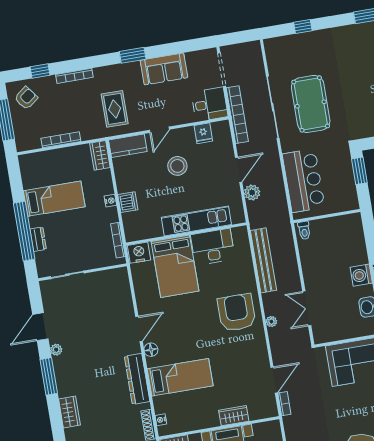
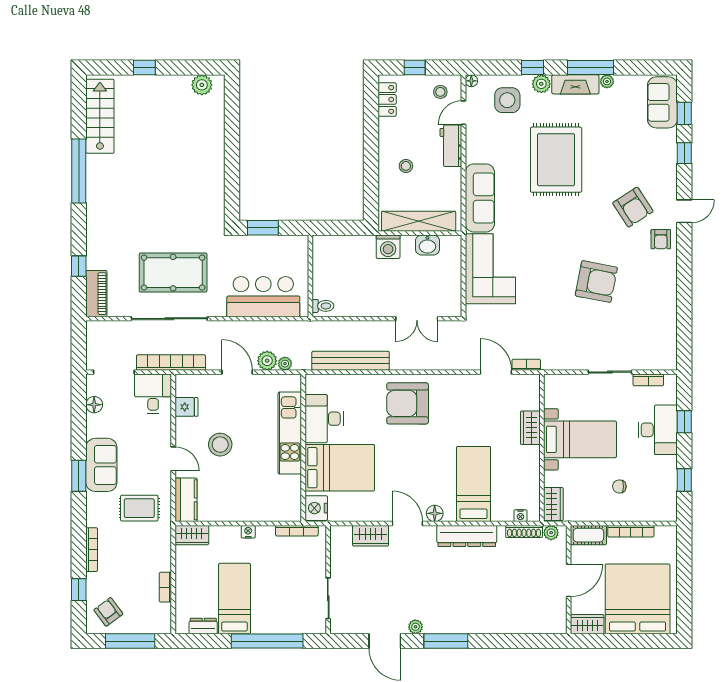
piano: (283, 45) -> (96, 294), added
floor lamp: (193, 58) -> (94, 405), added
sofa: (164, 69) -> (101, 465), moved
bookcase: (61, 140) -> (165, 587), width x0.64
dishwasher: (128, 202) -> (253, 511), removed
dresser: (38, 239) -> (203, 626), moved
plant: (271, 321) -> (285, 364), moved
wardrobe: (69, 412) -> (371, 536), moved, turned 180

